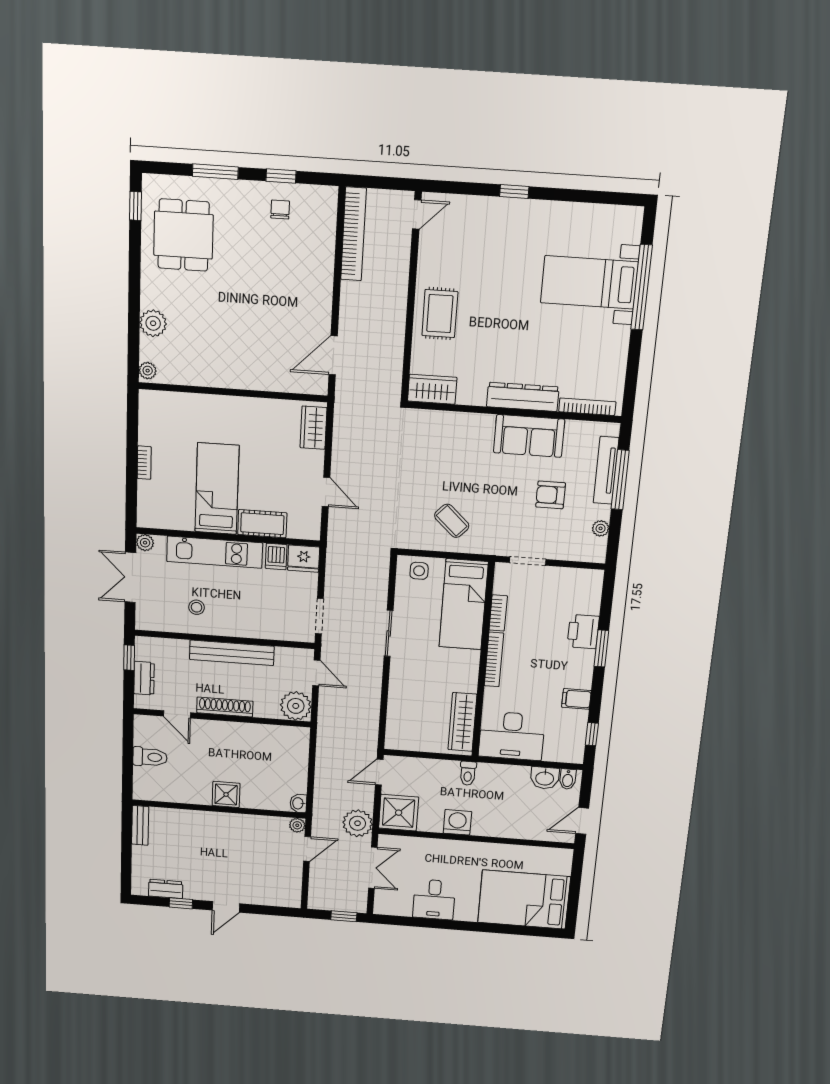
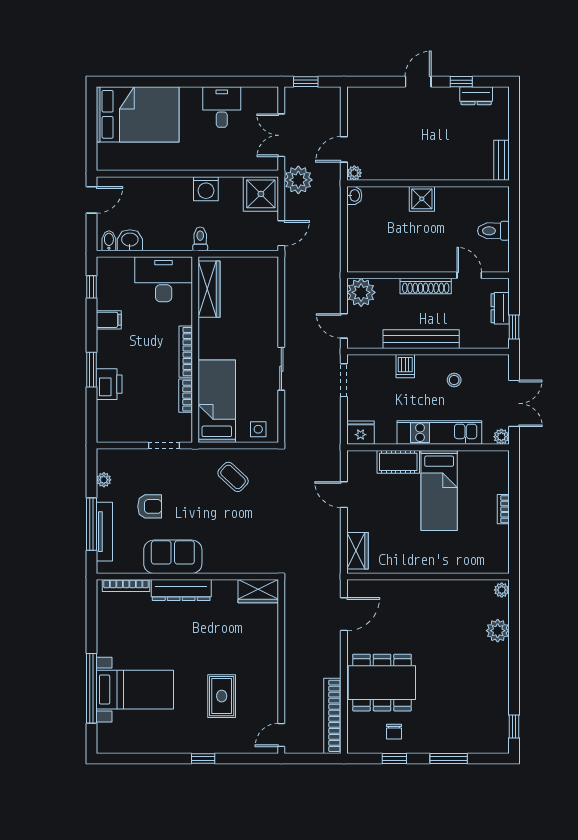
dining table: (183, 235) -> (382, 683), moved, width x1.38
rug: (440, 314) -> (222, 696), moved
dishwasher: (276, 557) -> (405, 366), moved, turned 180

